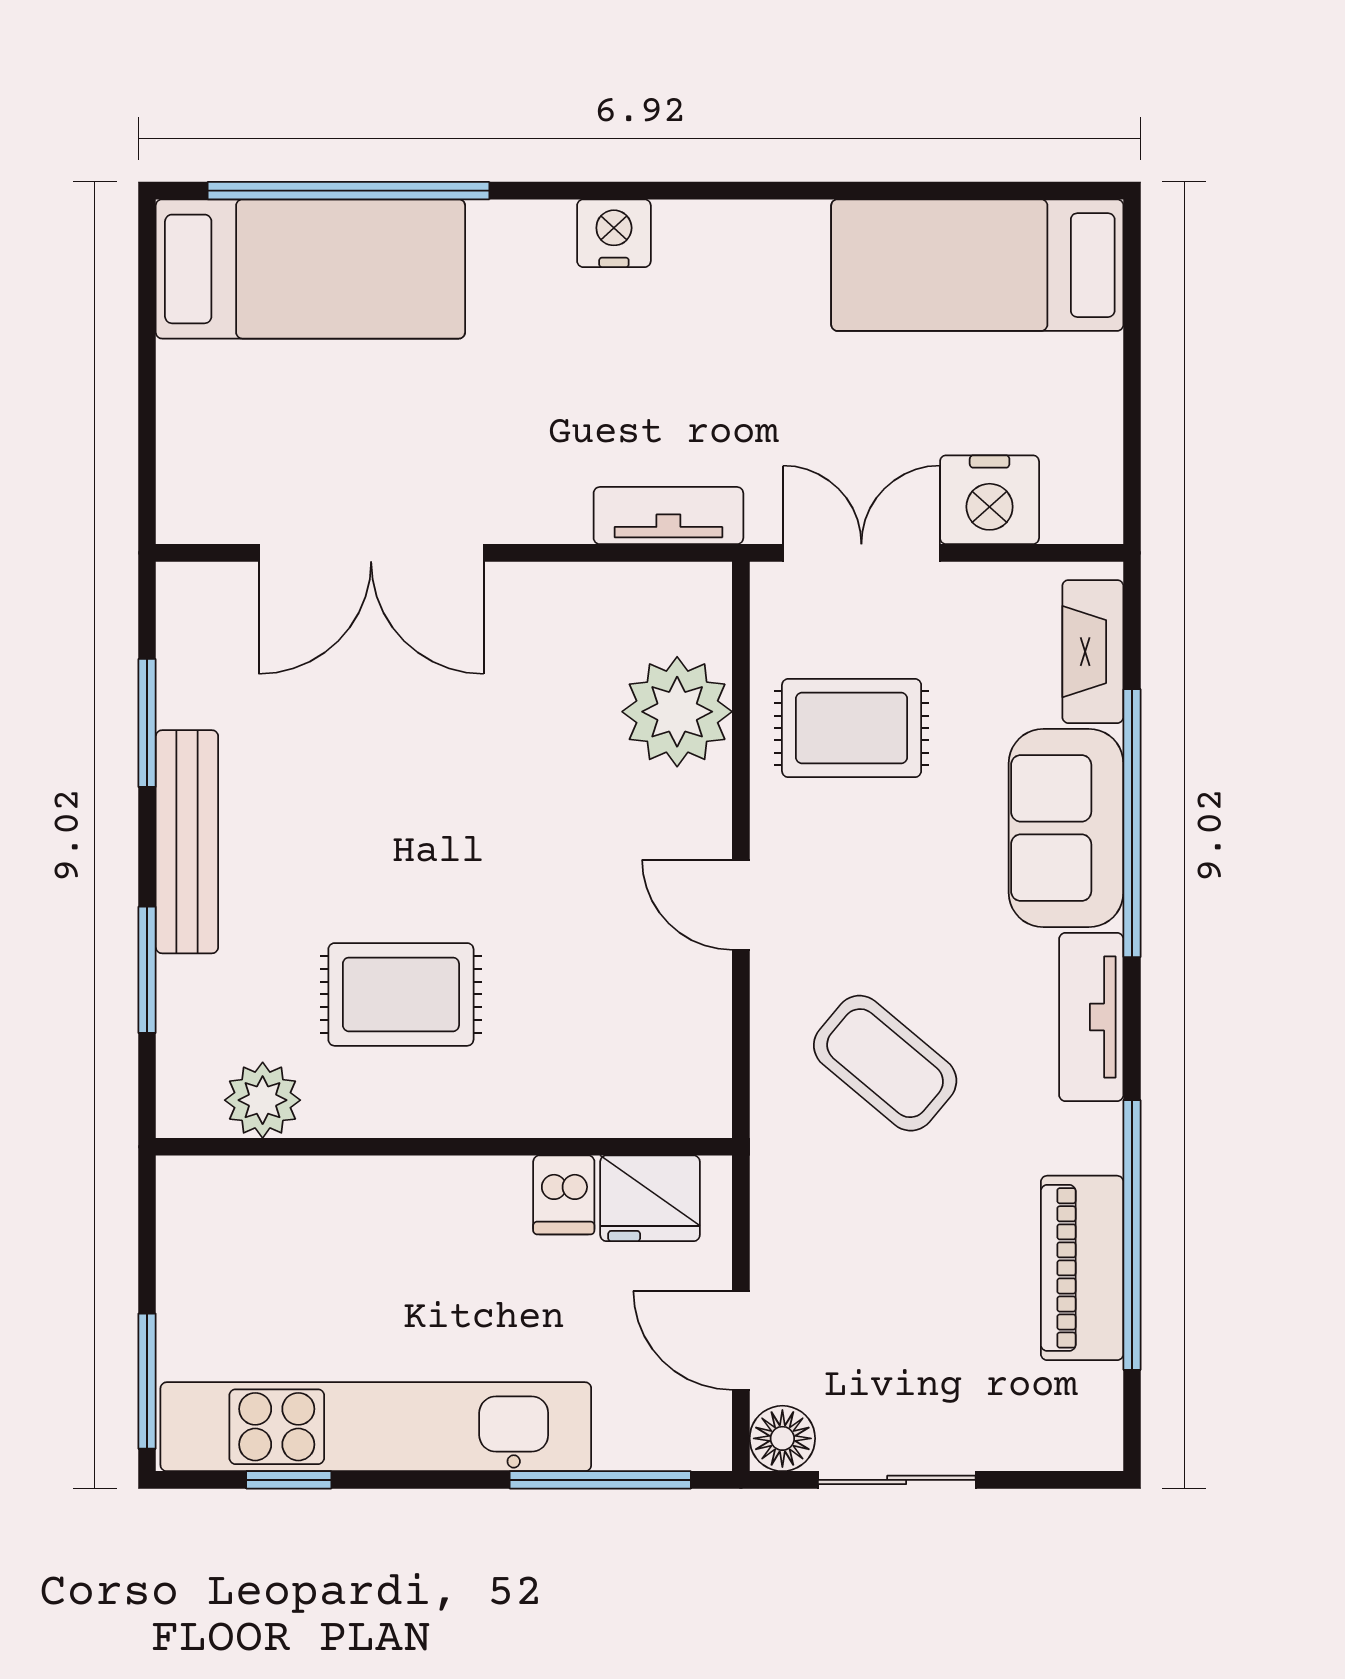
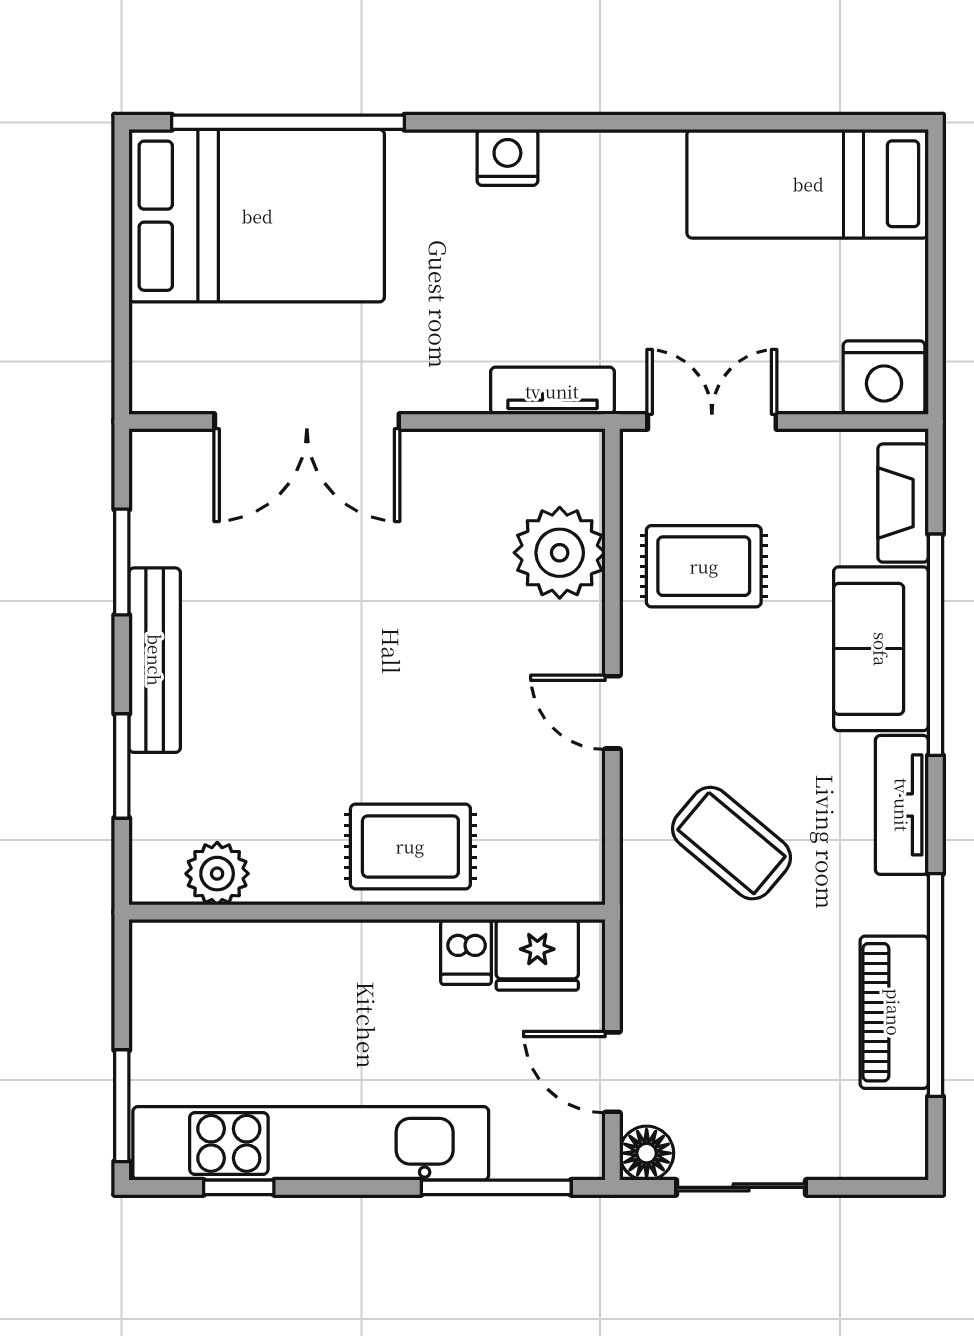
bed: (310, 269) -> (257, 216), width x1.50
nightstand: (990, 500) -> (884, 378), moved
rug: (401, 994) -> (410, 846), moved

